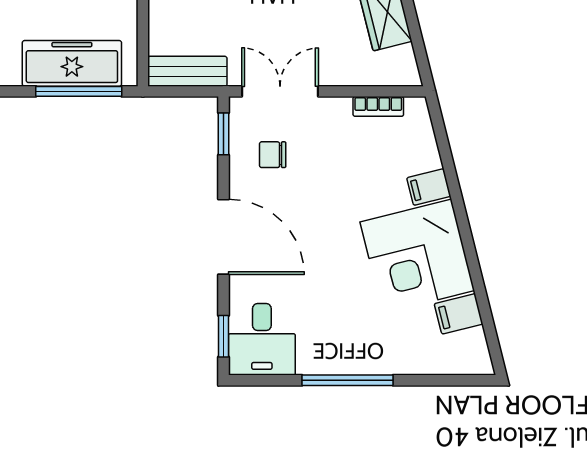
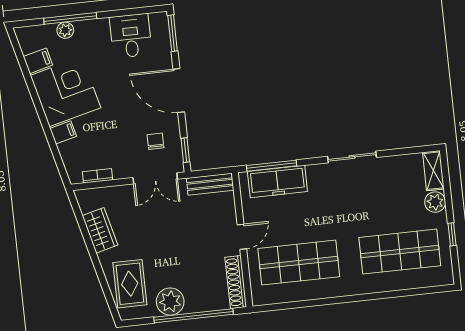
chair: (273, 155) -> (155, 141), turned -90
window: (224, 336) -> (173, 33), width x1.50
desk: (262, 339) -> (131, 36), moved
plant: (406, 361) -> (65, 30), added
window: (348, 380) -> (70, 18), moved

